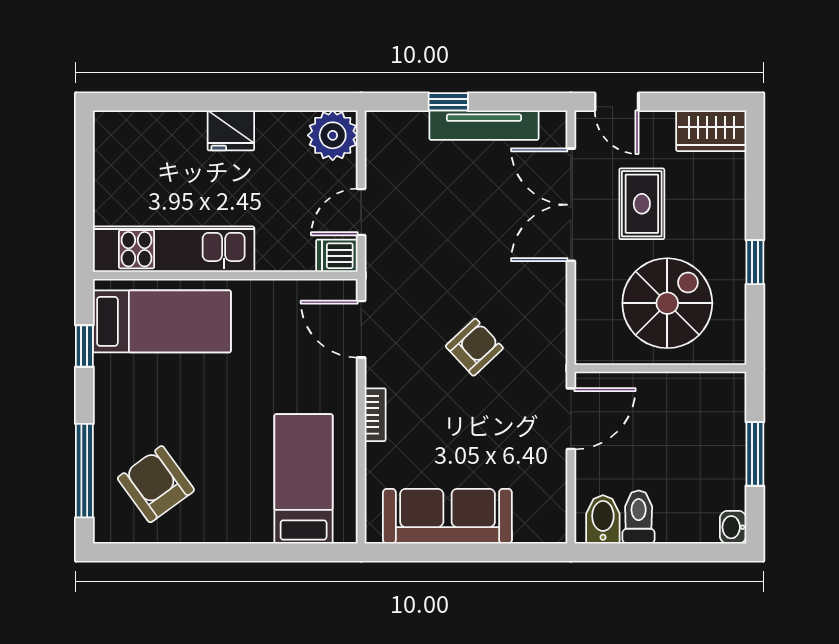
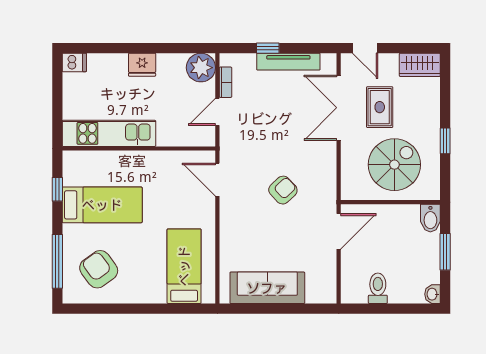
dishwasher: (337, 256) -> (74, 62), moved, turned 180
bed: (162, 321) -> (102, 205), moved
bookcase: (375, 415) -> (225, 82), moved
bidet: (603, 519) -> (430, 218), moved, turned 180

